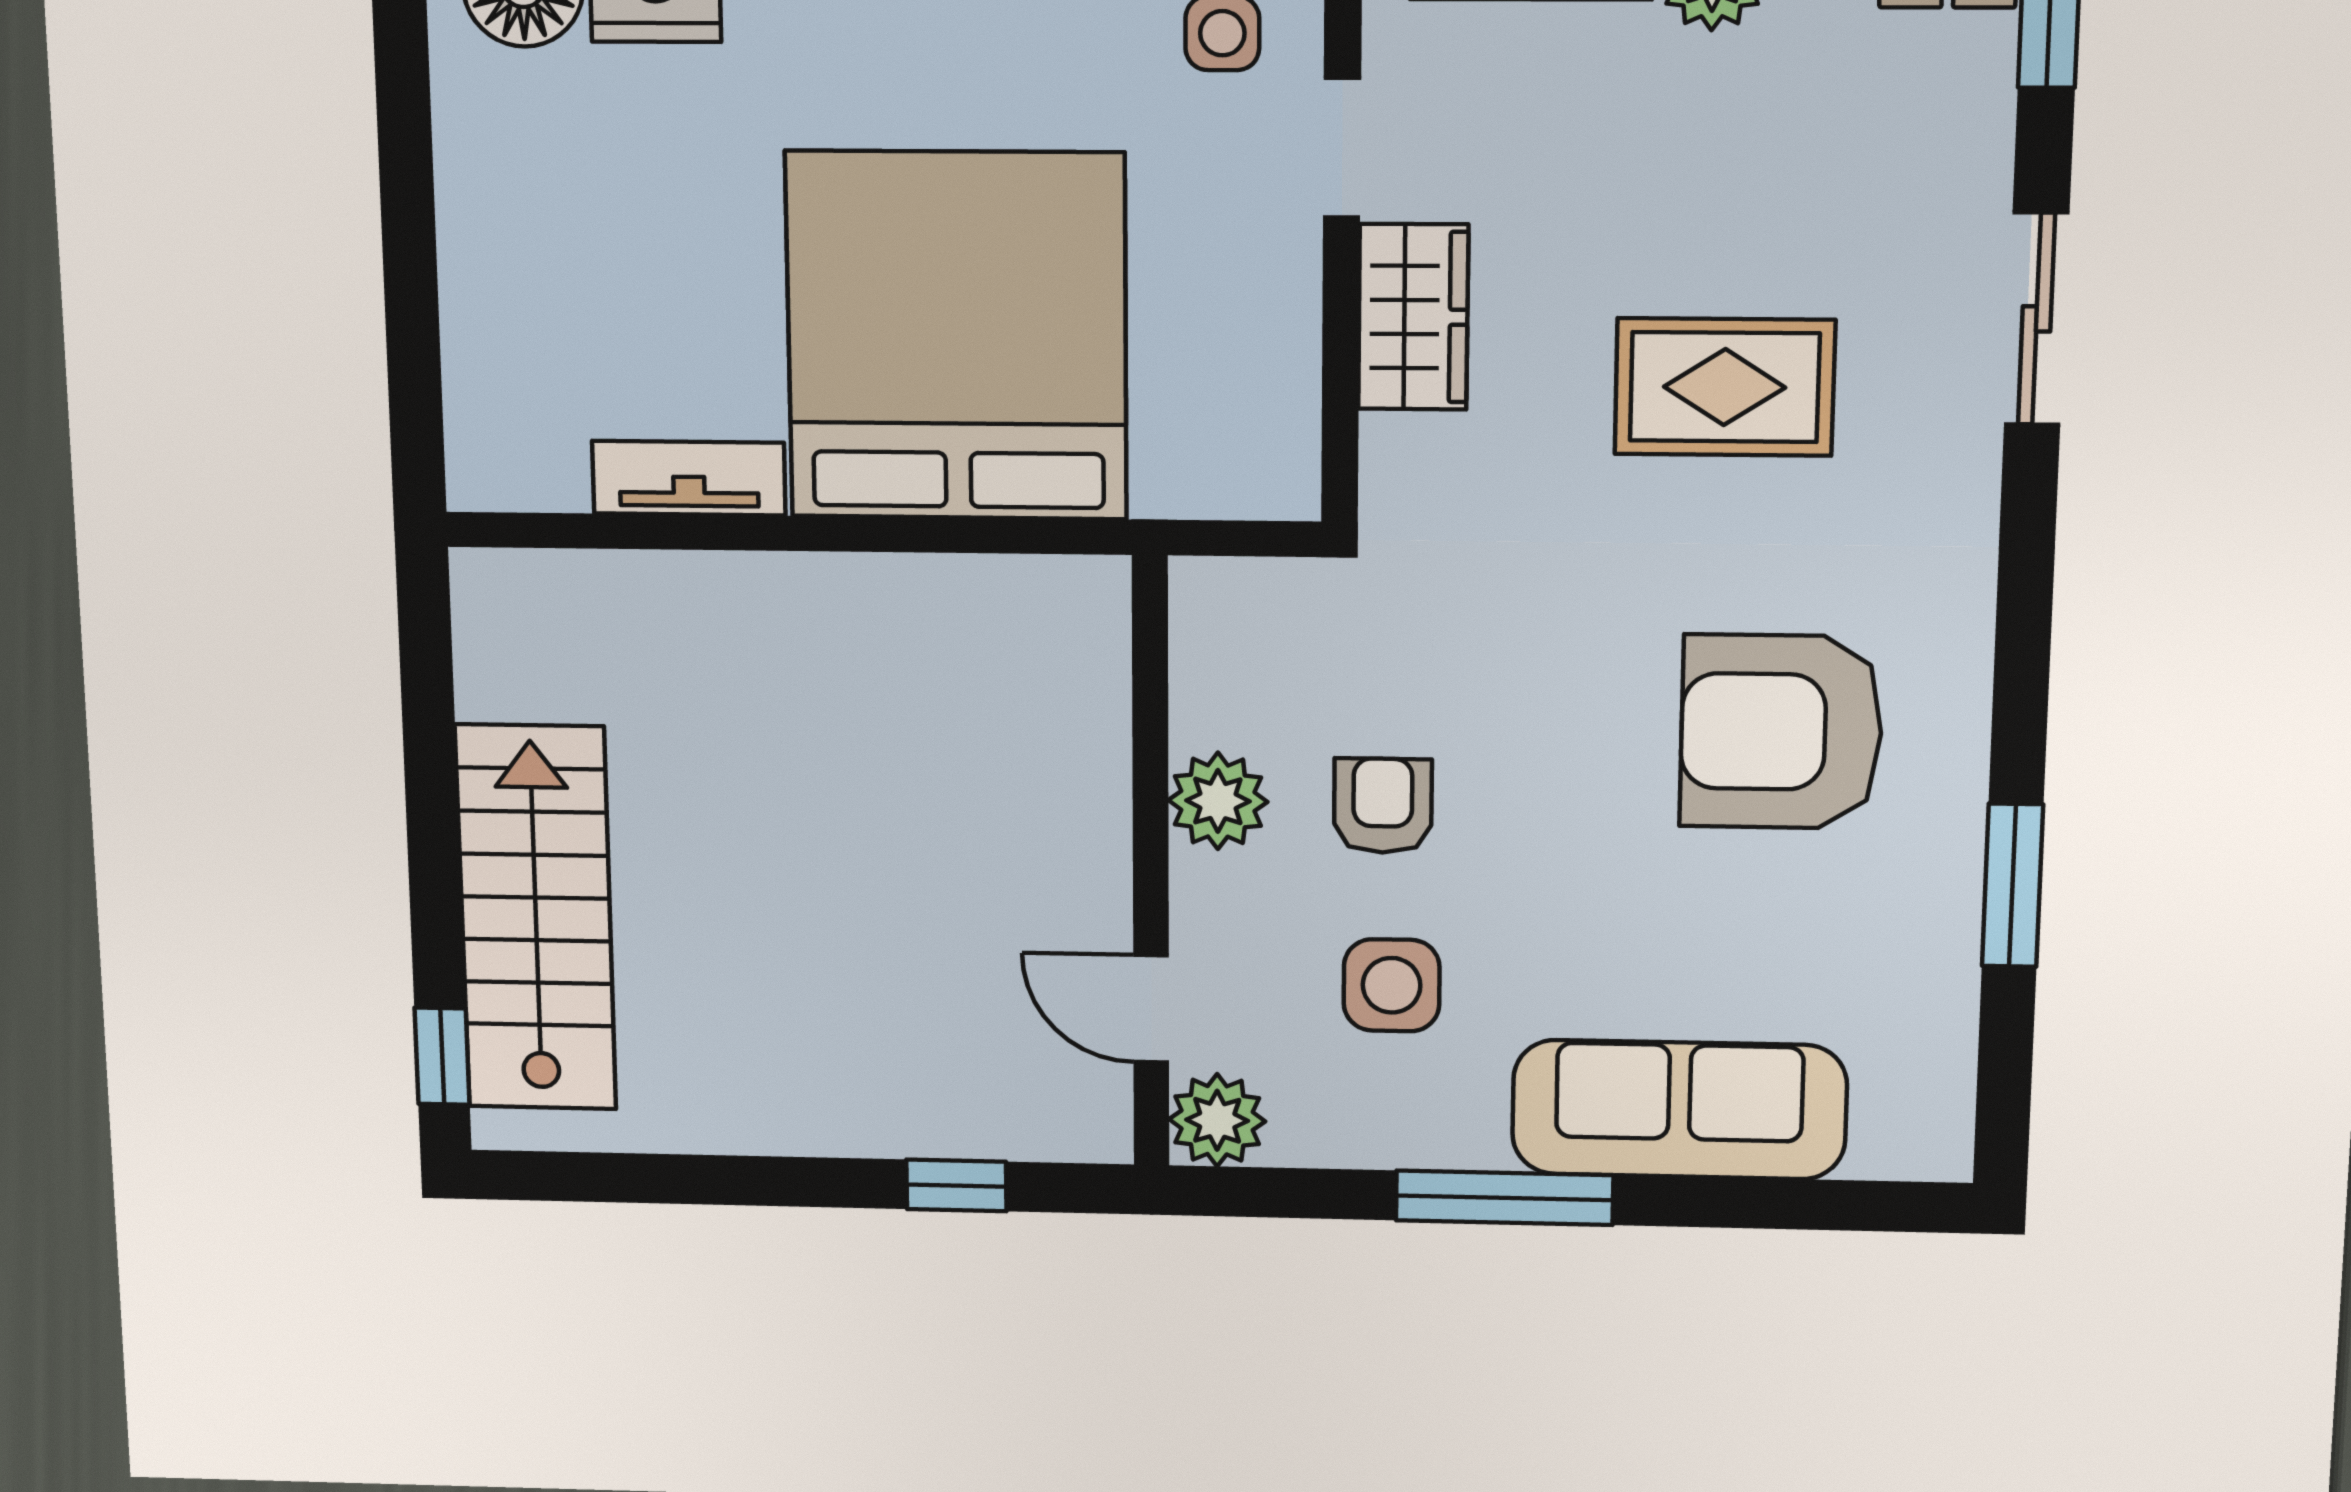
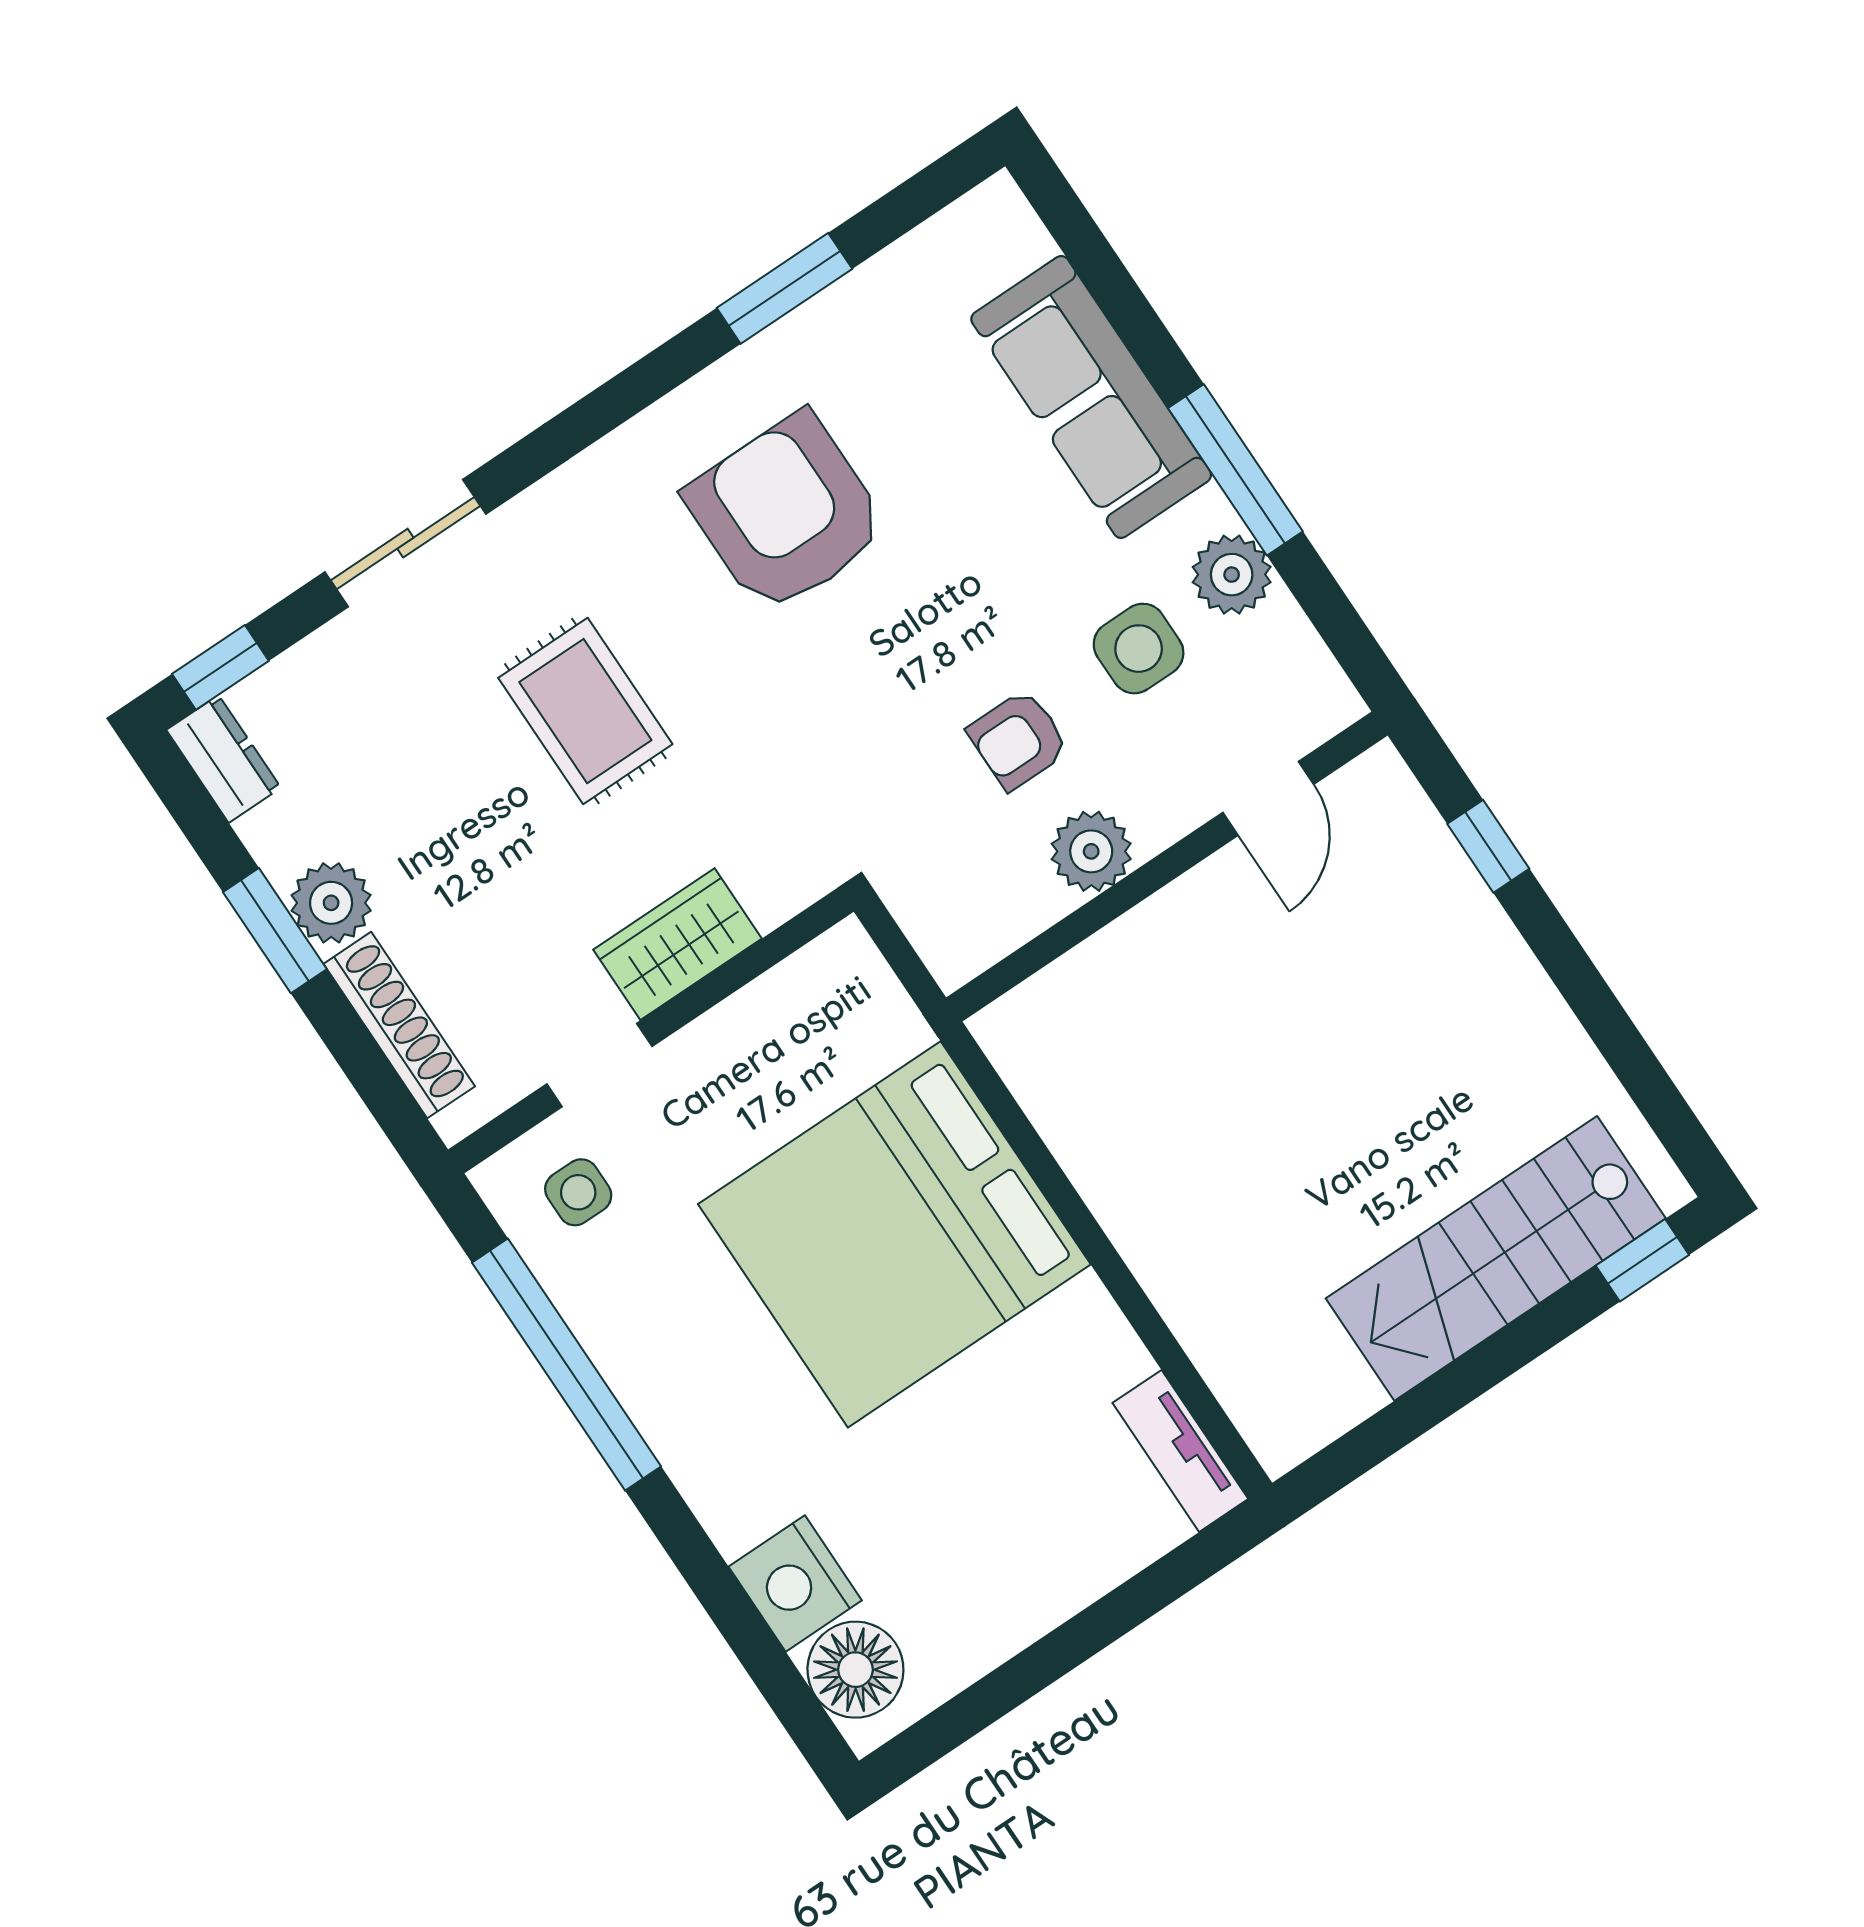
tv unit: (689, 478) -> (1180, 1451), moved
armchair: (1781, 732) -> (787, 513), turned 180
plant: (1217, 1120) -> (1232, 575), moved

